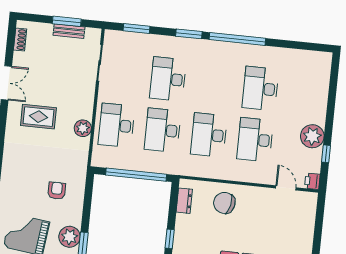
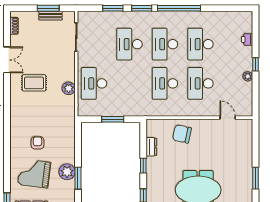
window: (136, 28) -> (113, 8), moved
desk: (163, 130) -> (165, 44), moved
plant: (312, 136) -> (248, 76), width x0.53, depth x0.53
window: (326, 154) -> (255, 64), moved
window: (136, 175) -> (113, 119), width x0.47
printer: (312, 181) -> (247, 39), moved
armchair: (57, 191) -> (37, 143), moved
dresser: (184, 201) -> (151, 147), moved

